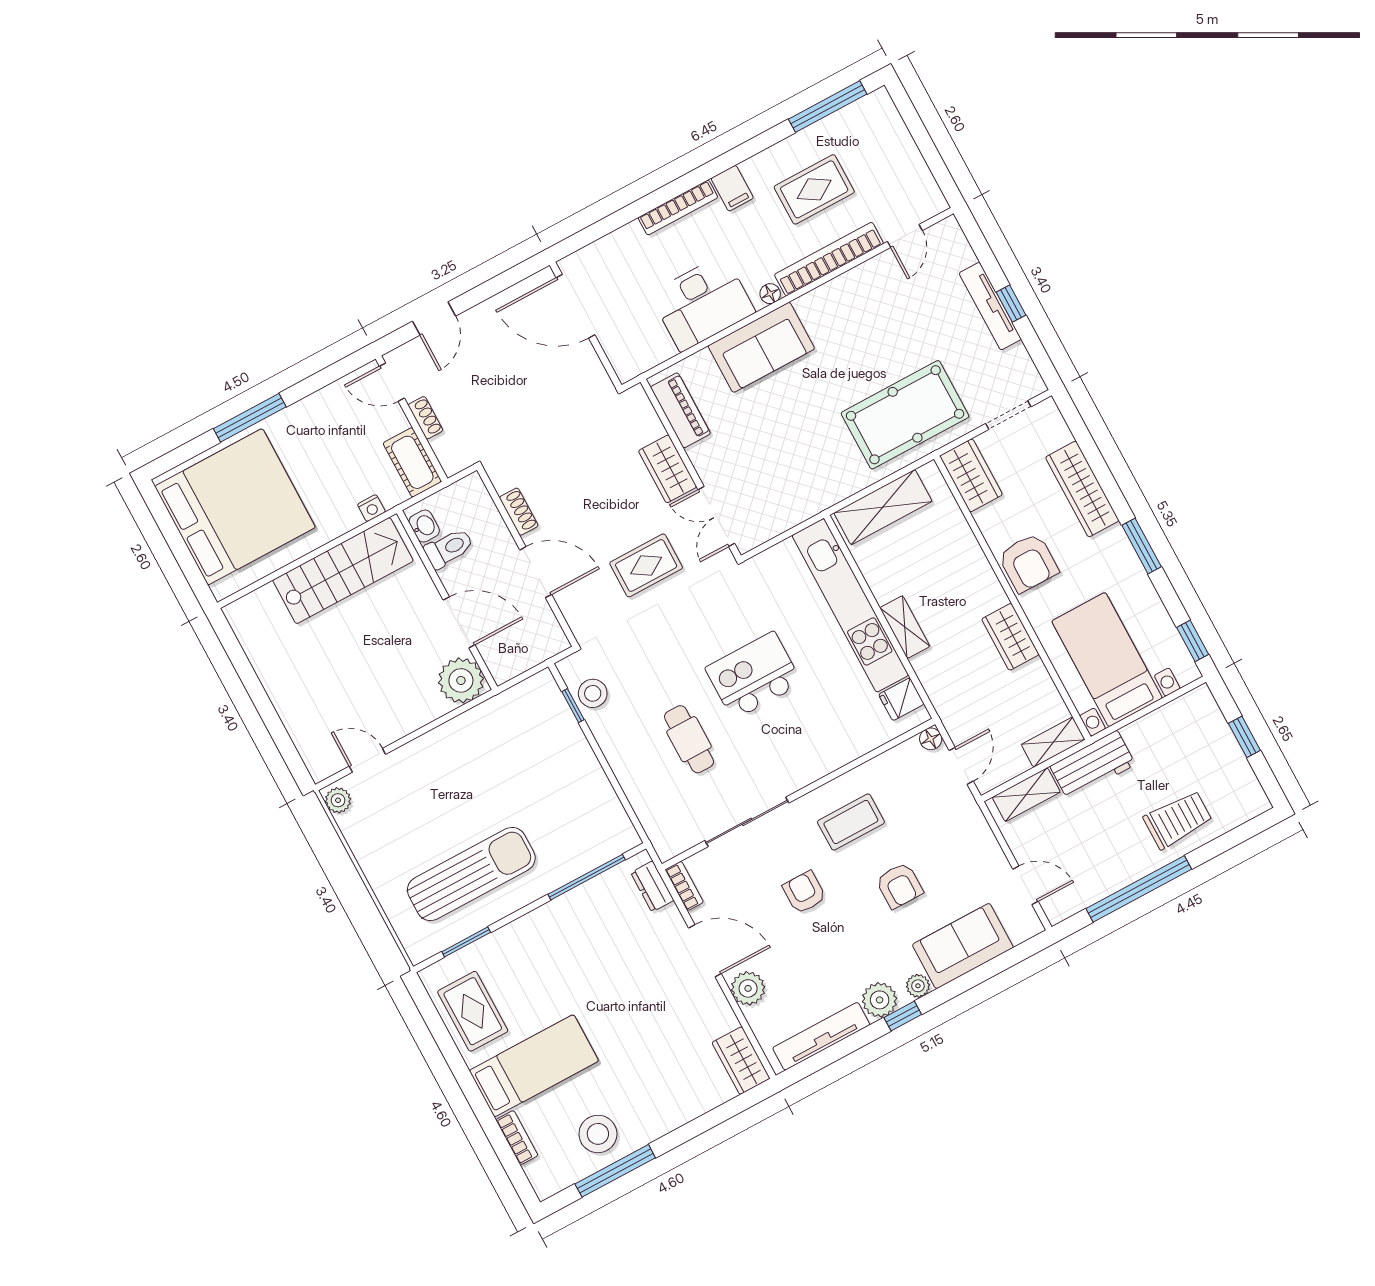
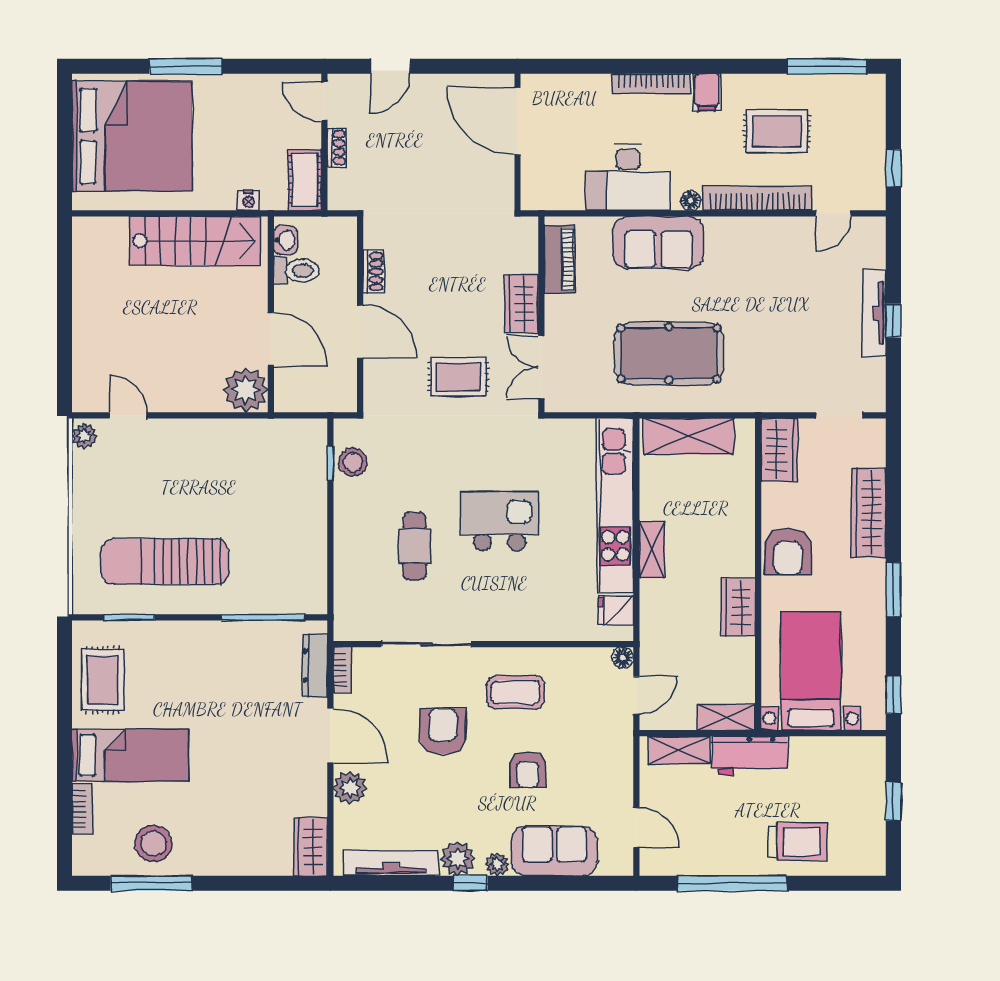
window: (937, 166) -> (893, 168), added
pool table: (905, 415) -> (669, 354), moved
sun lounger: (471, 874) -> (165, 561), turned 180
dresser: (652, 886) -> (315, 665), width x1.44
armchair: (804, 892) -> (443, 731), width x1.38, depth x1.38

